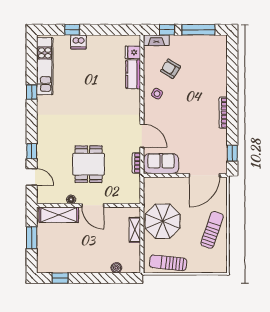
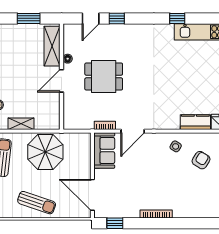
shelving: (135, 230) -> (21, 124), moved

